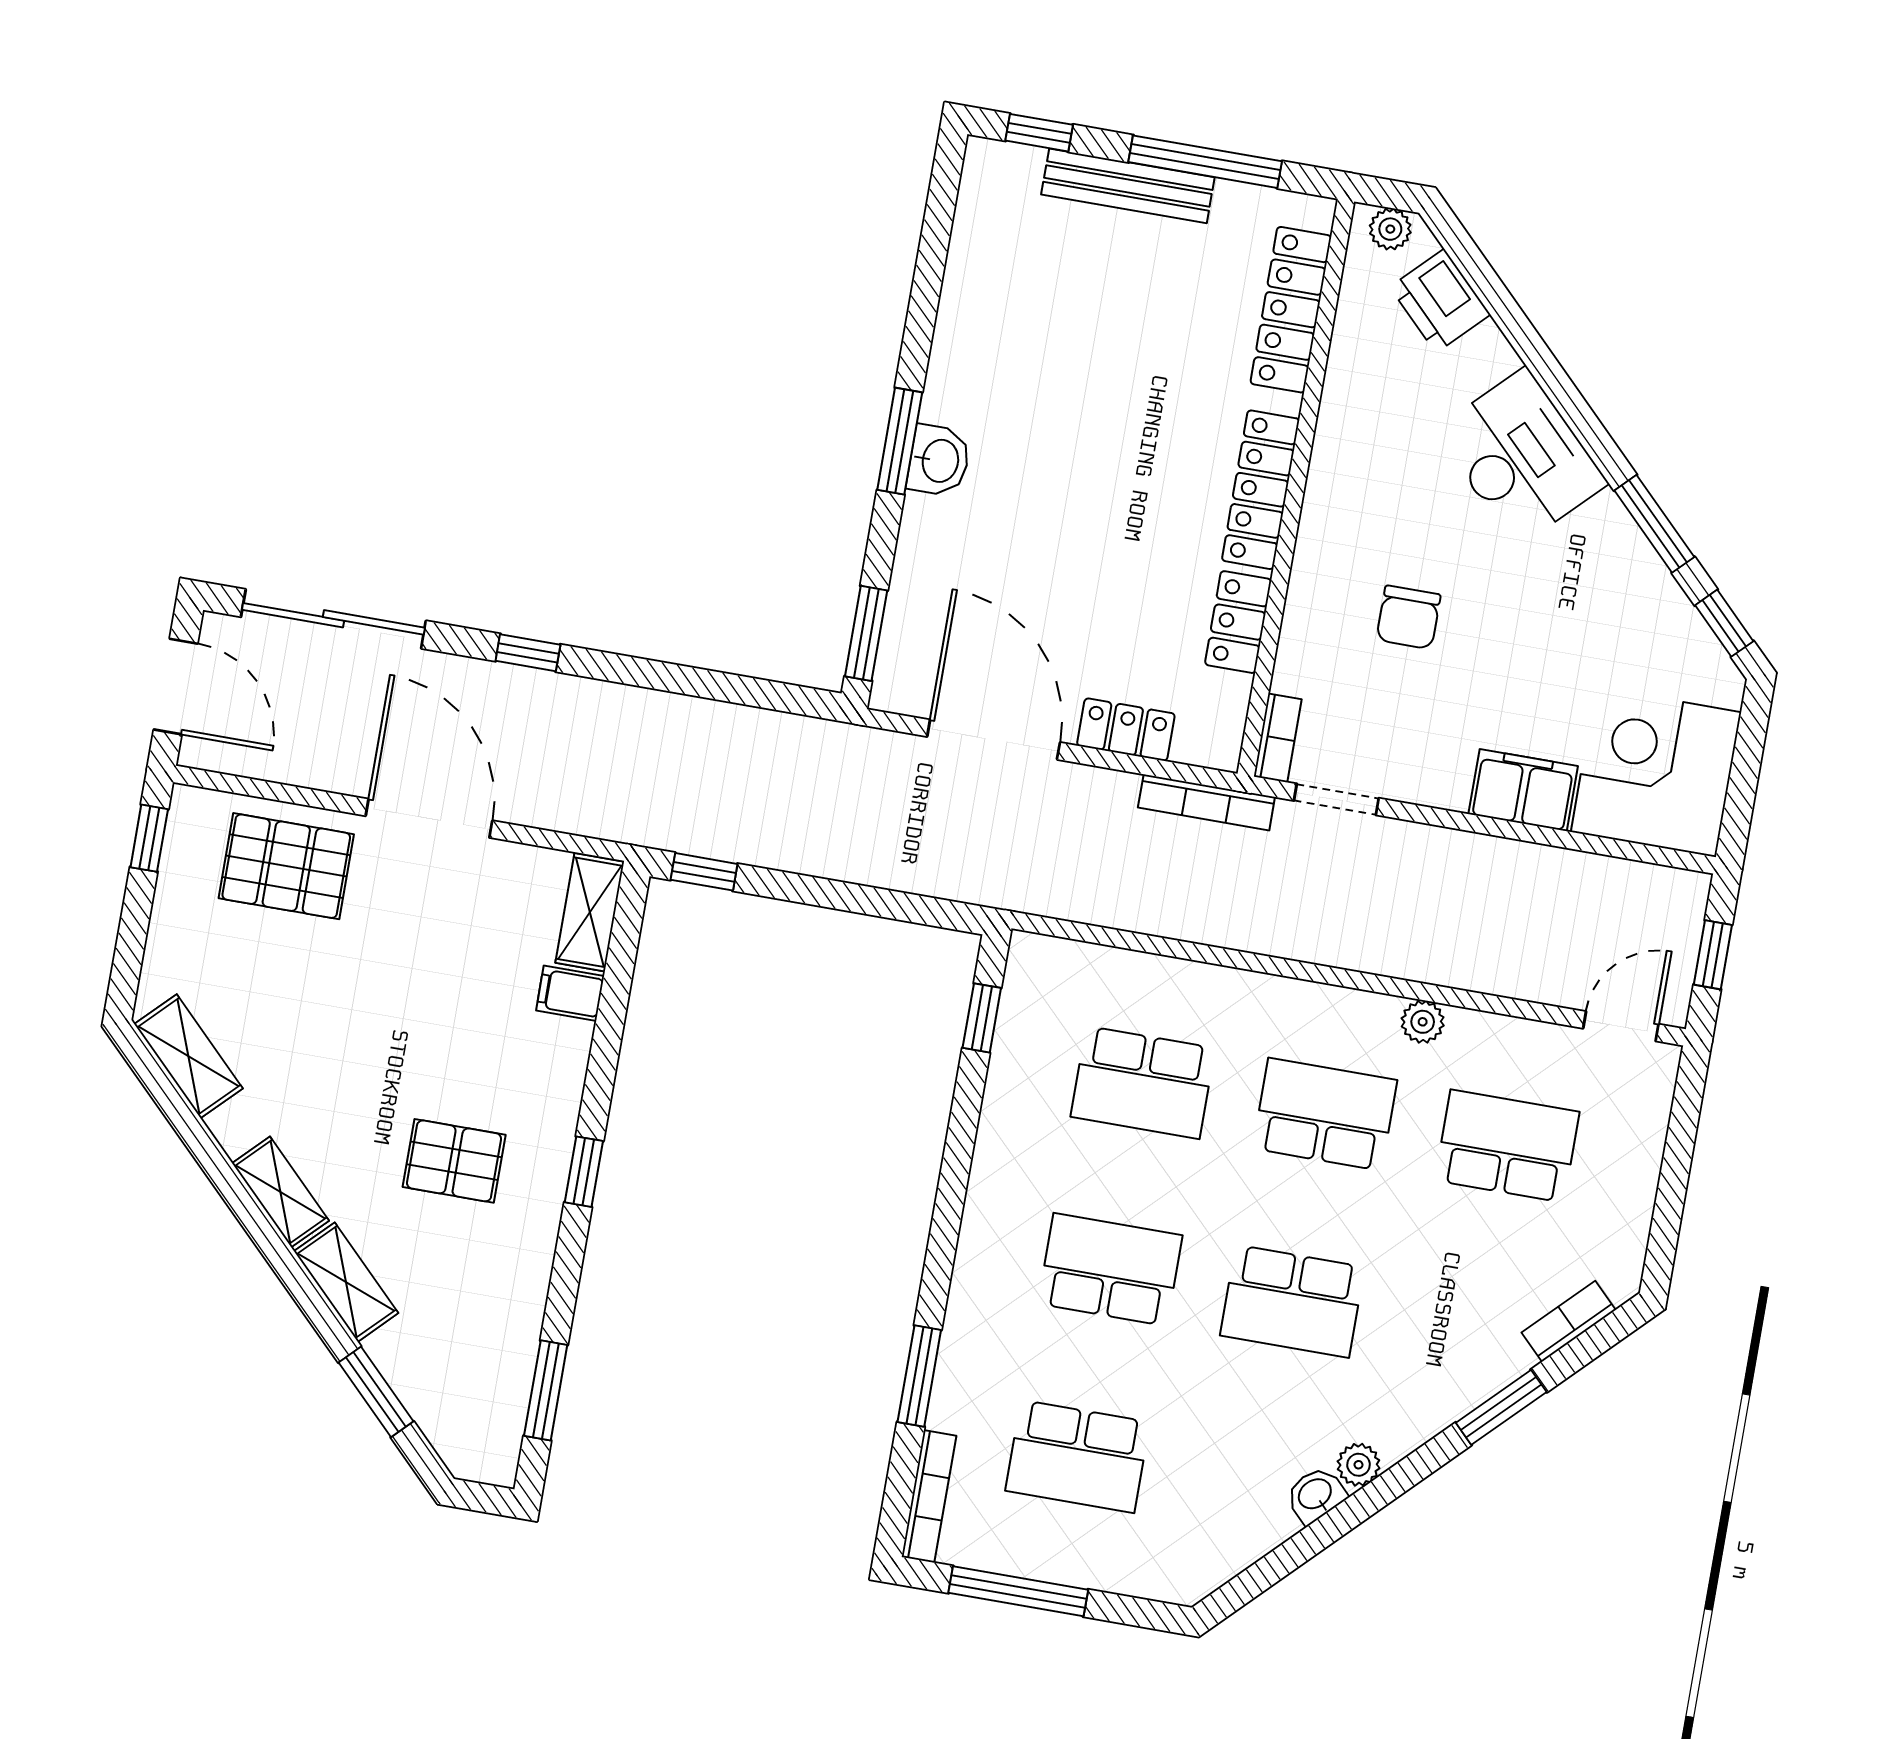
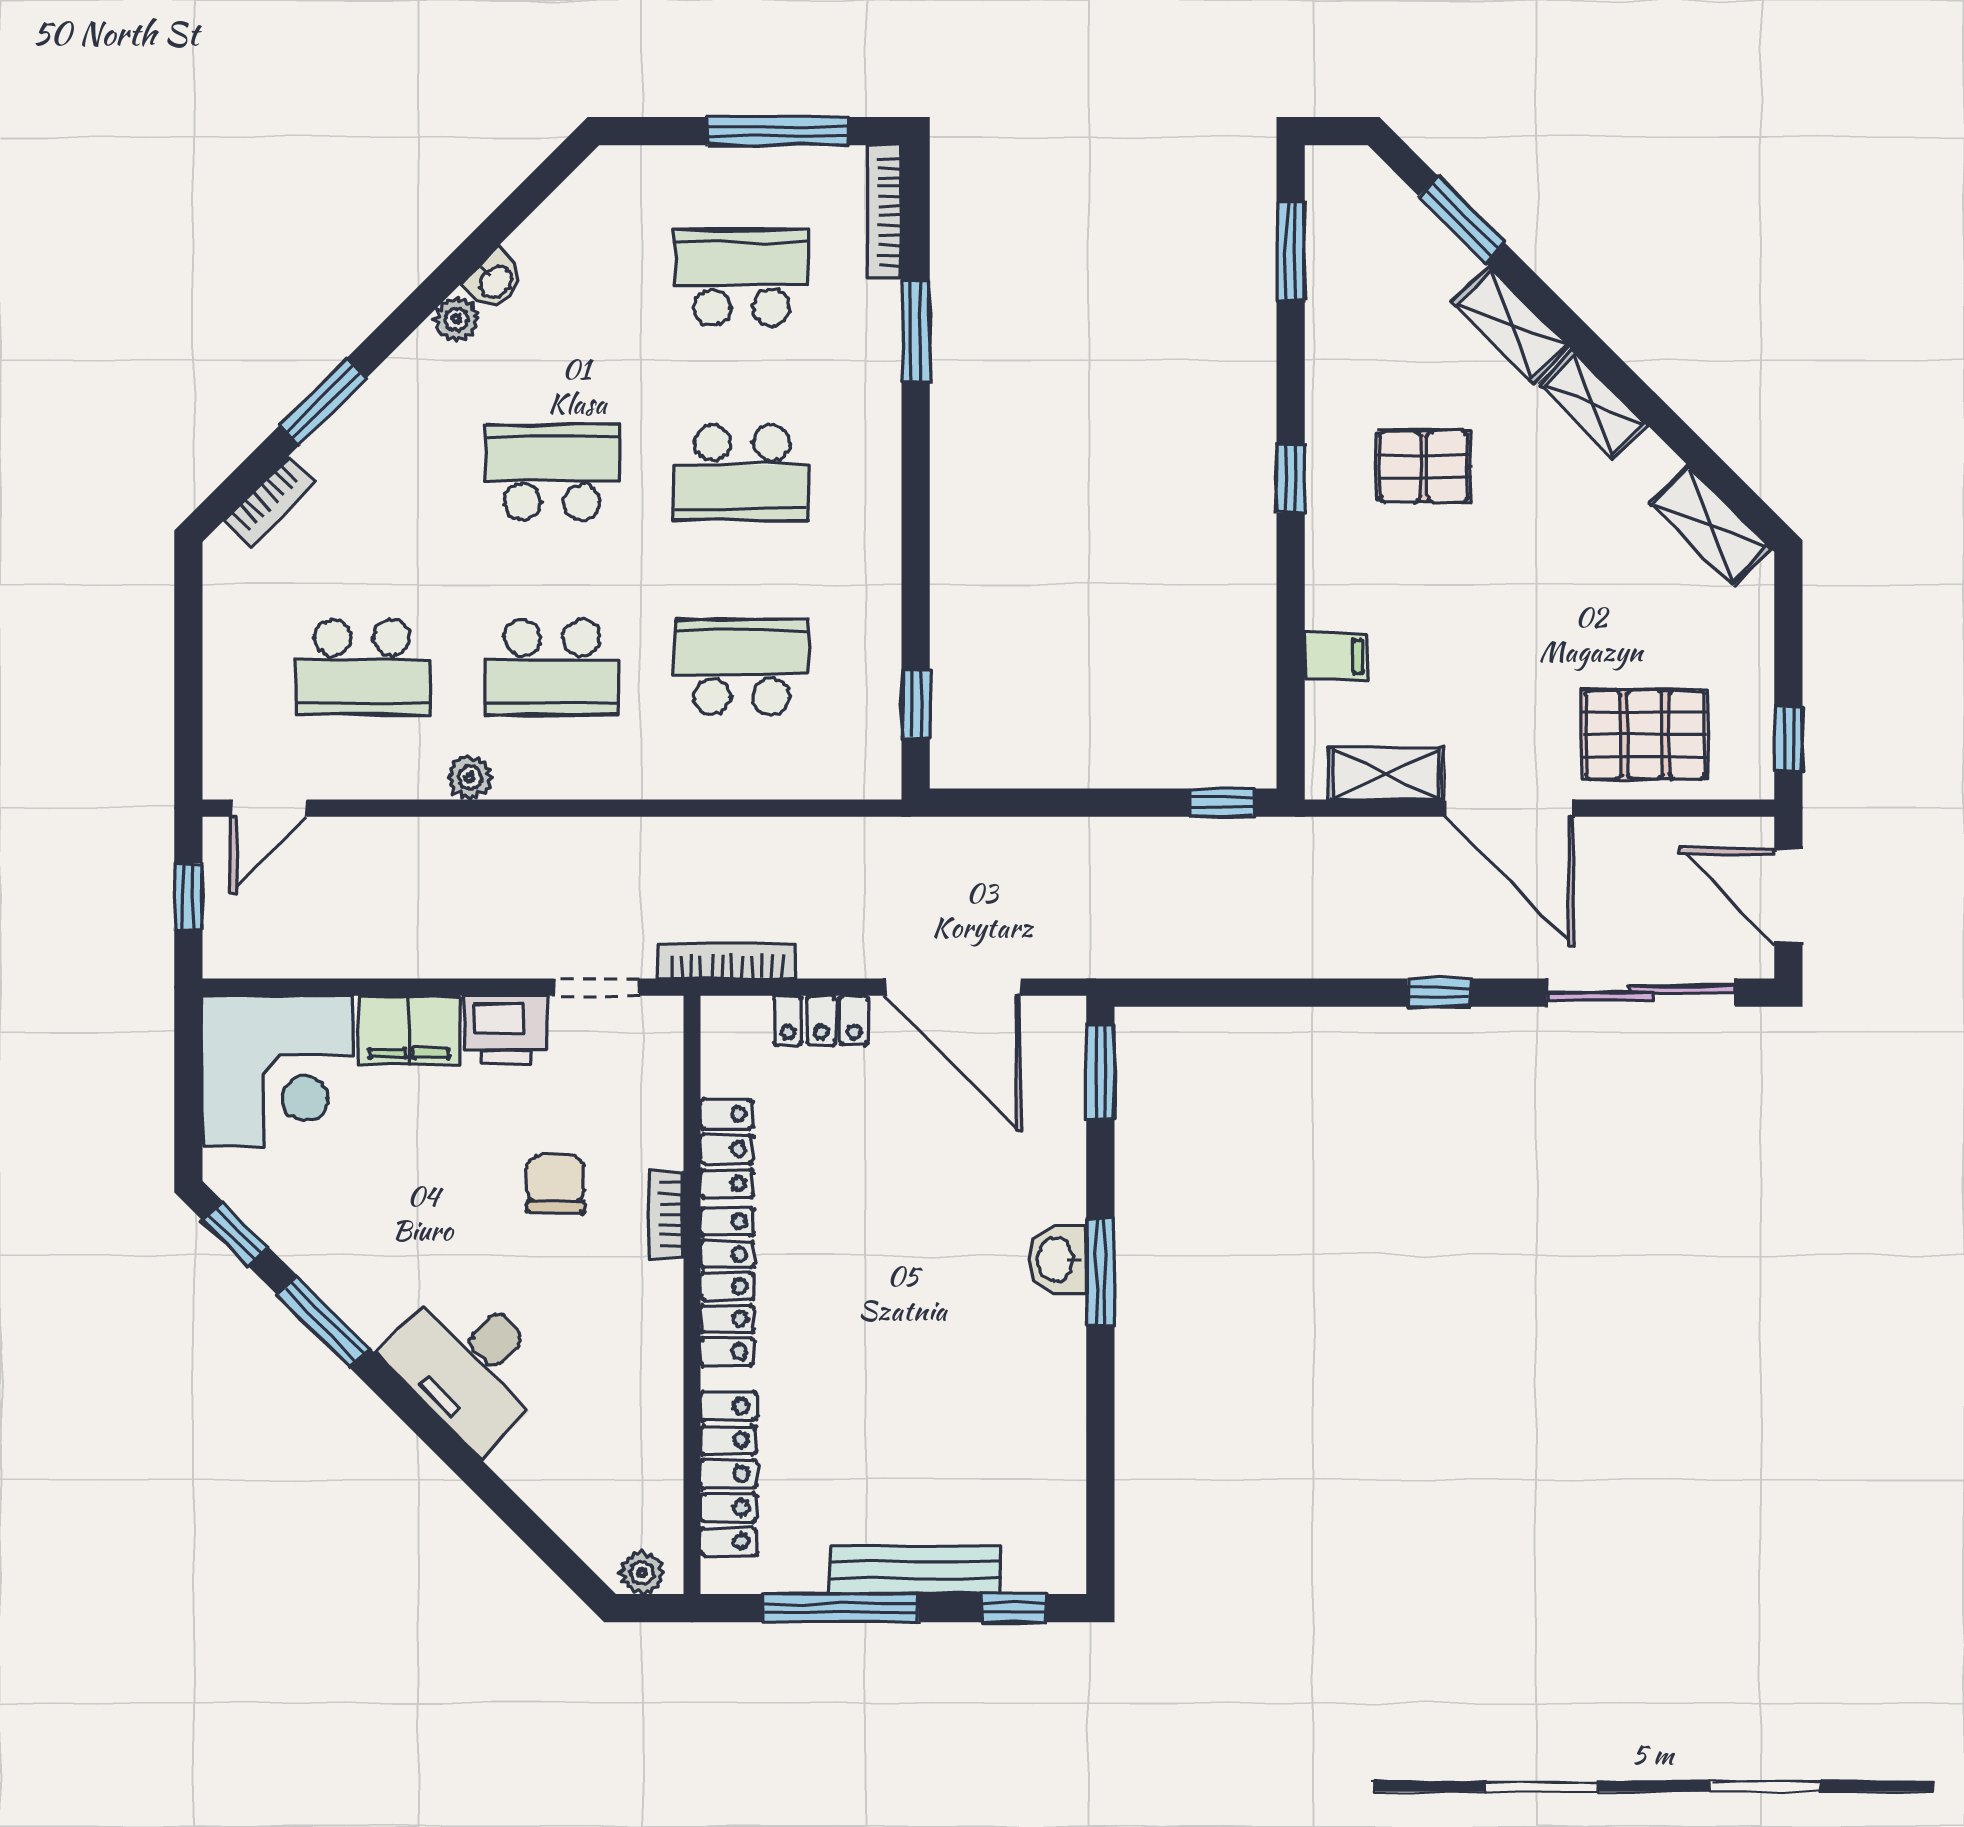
printer: (1440, 301) -> (506, 1030), moved, turned 135
bookcase: (1278, 738) -> (666, 1214), moved
shelving: (590, 912) -> (1386, 774), moved, turned 90

